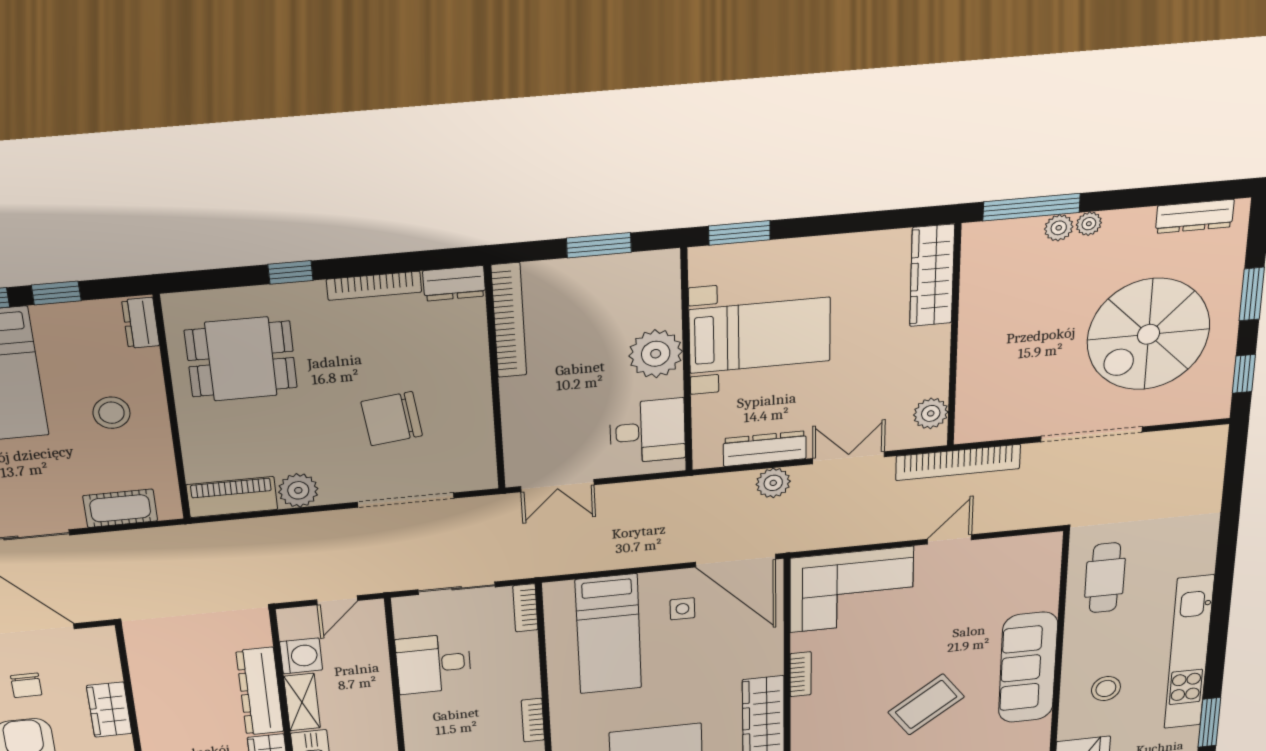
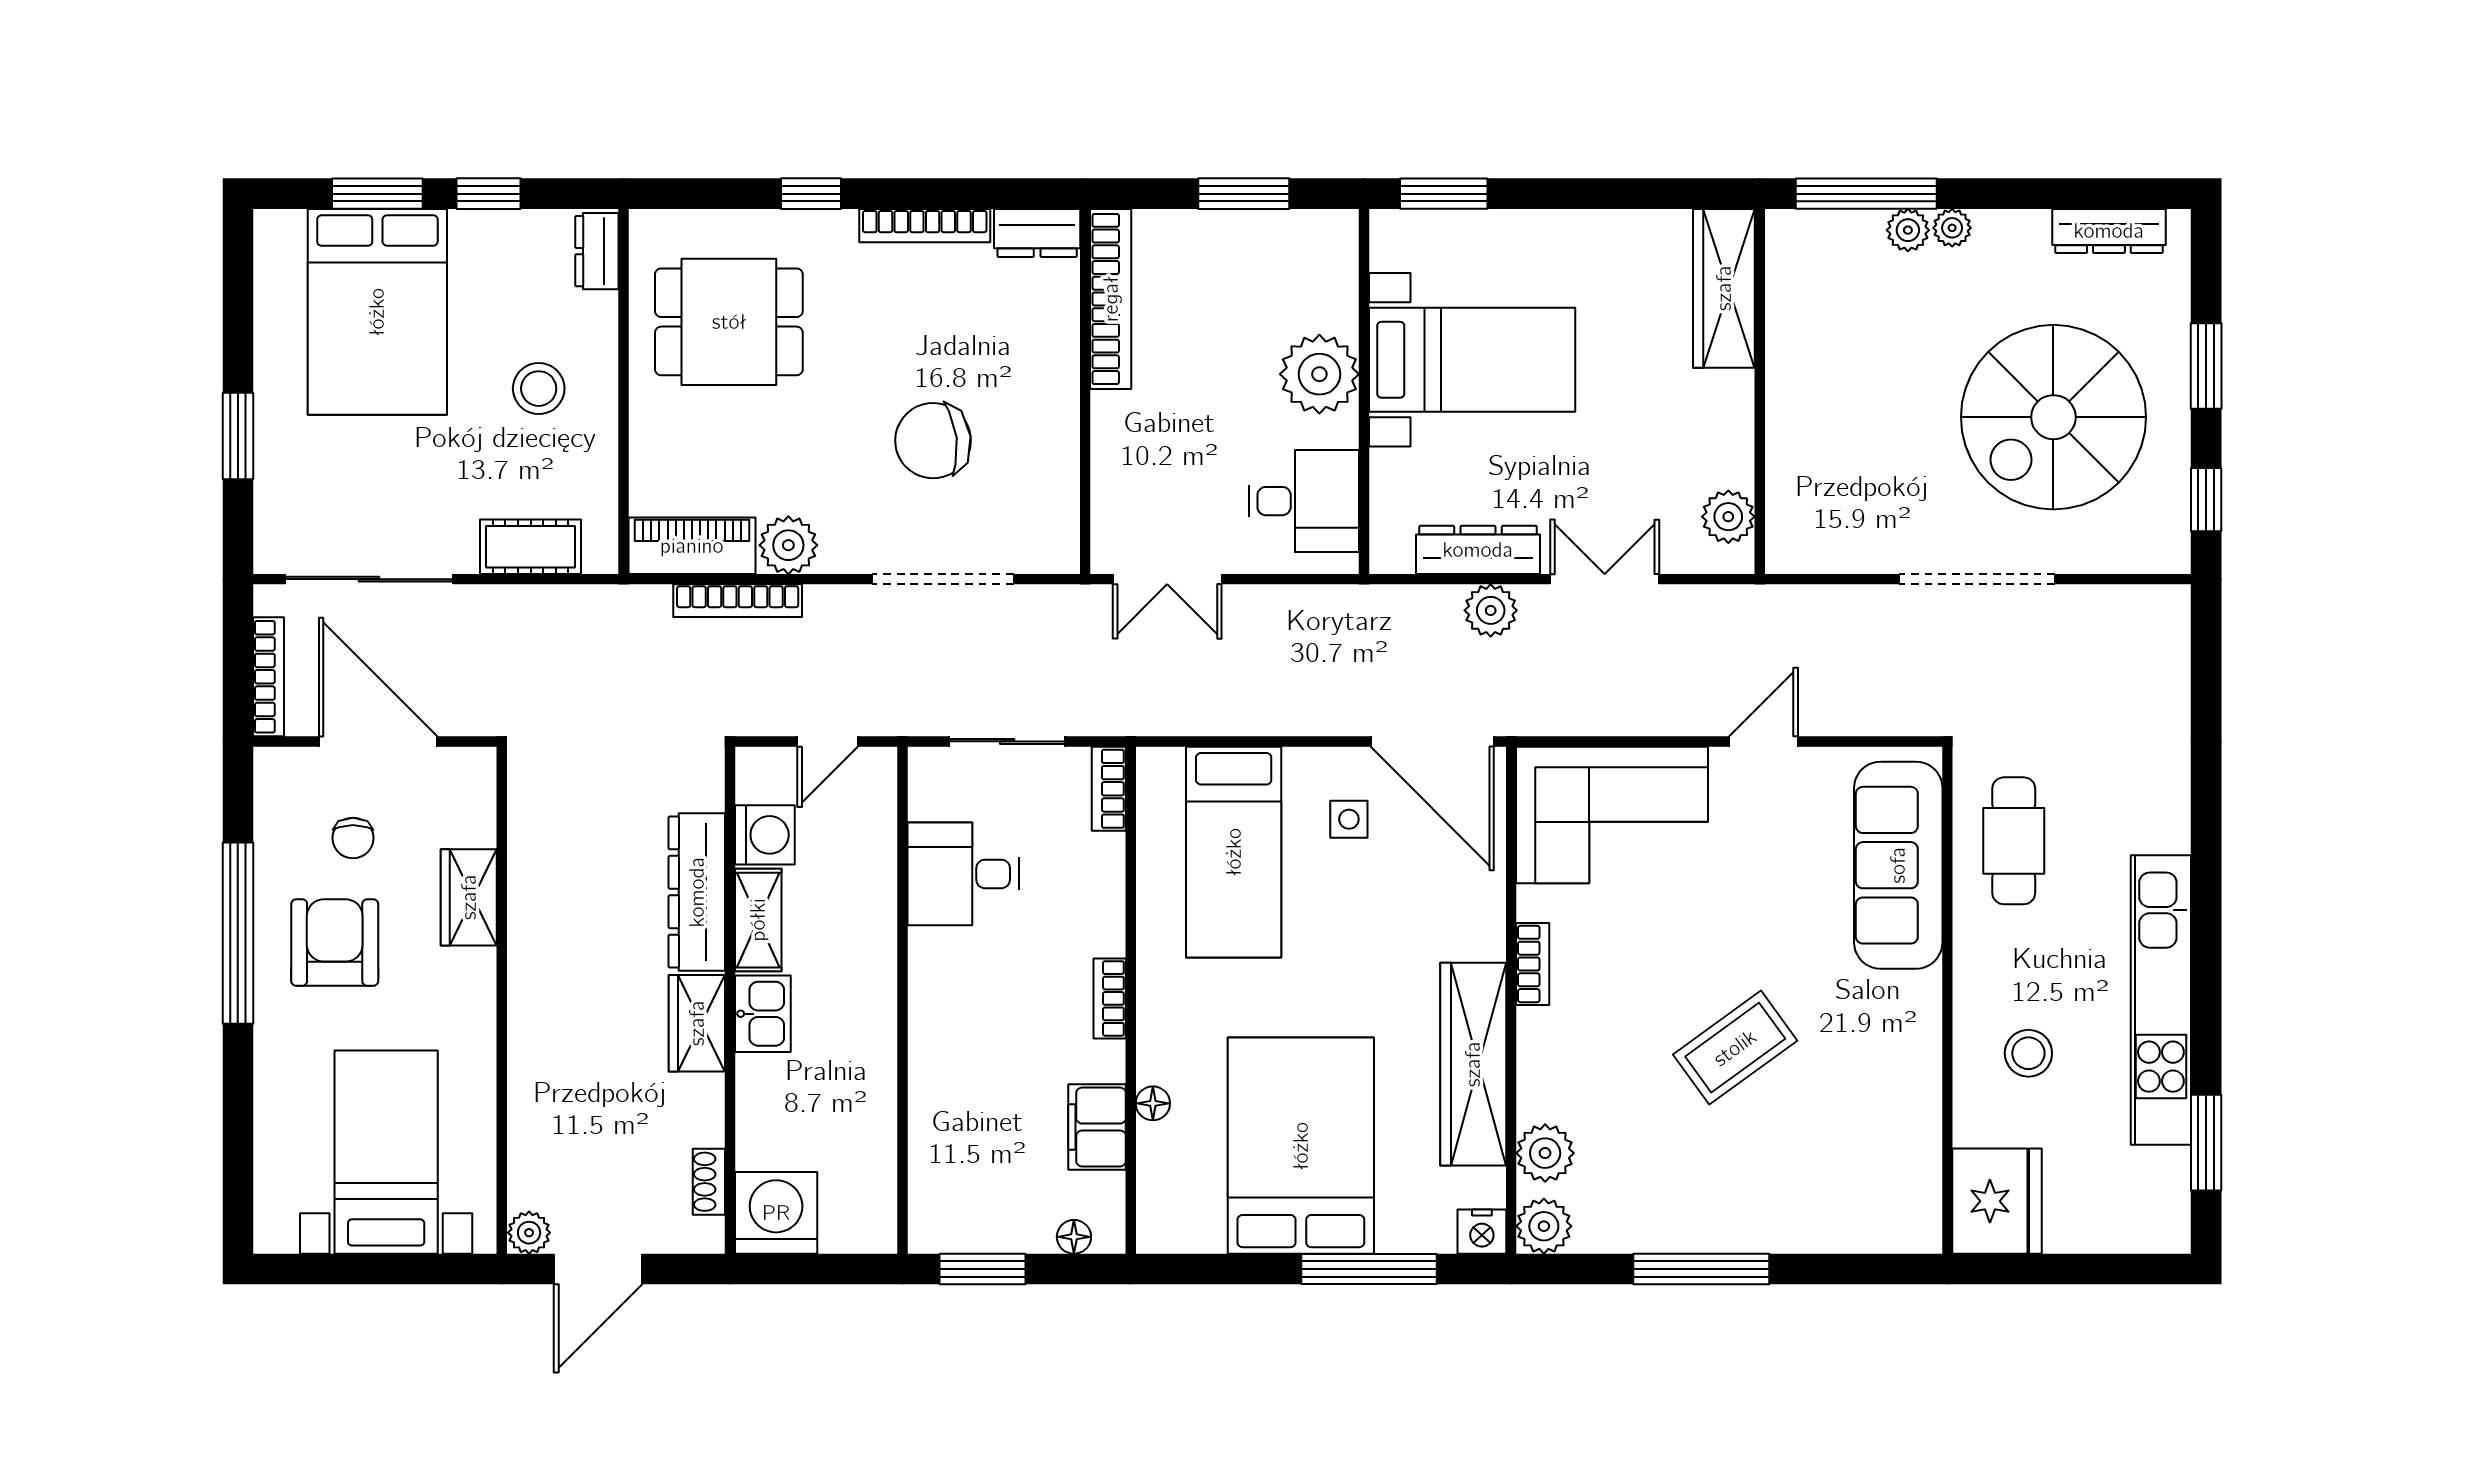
bookcase: (958, 462) -> (738, 601), moved, width x0.68, depth x0.76
sofa: (1028, 668) -> (1898, 865), moved

